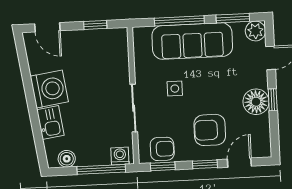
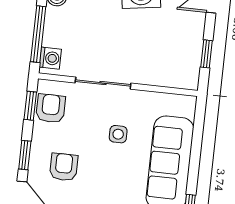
window: (179, 21) -> (196, 152), removed
armchair: (210, 130) -> (64, 167), width x0.72, depth x0.72
armchair: (162, 149) -> (51, 108), turned 180

